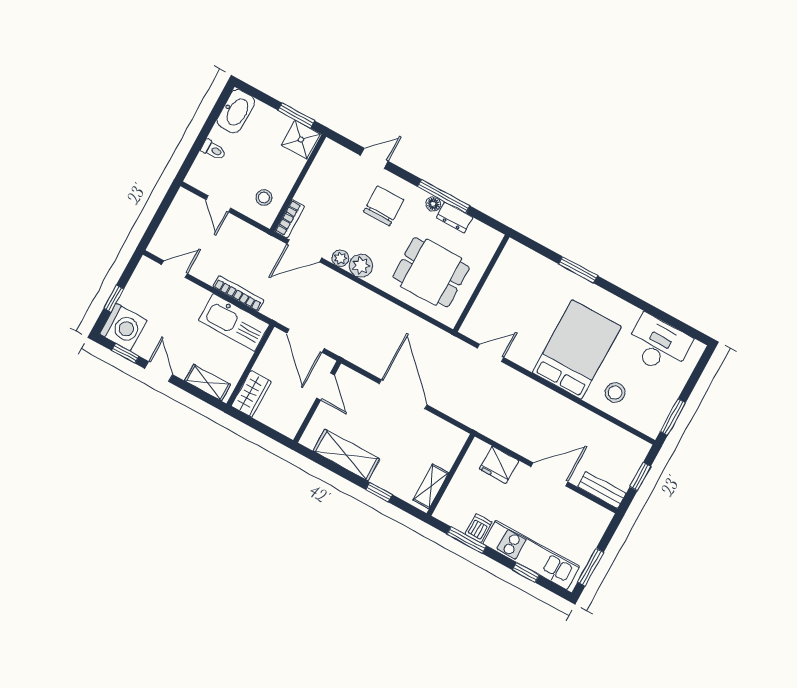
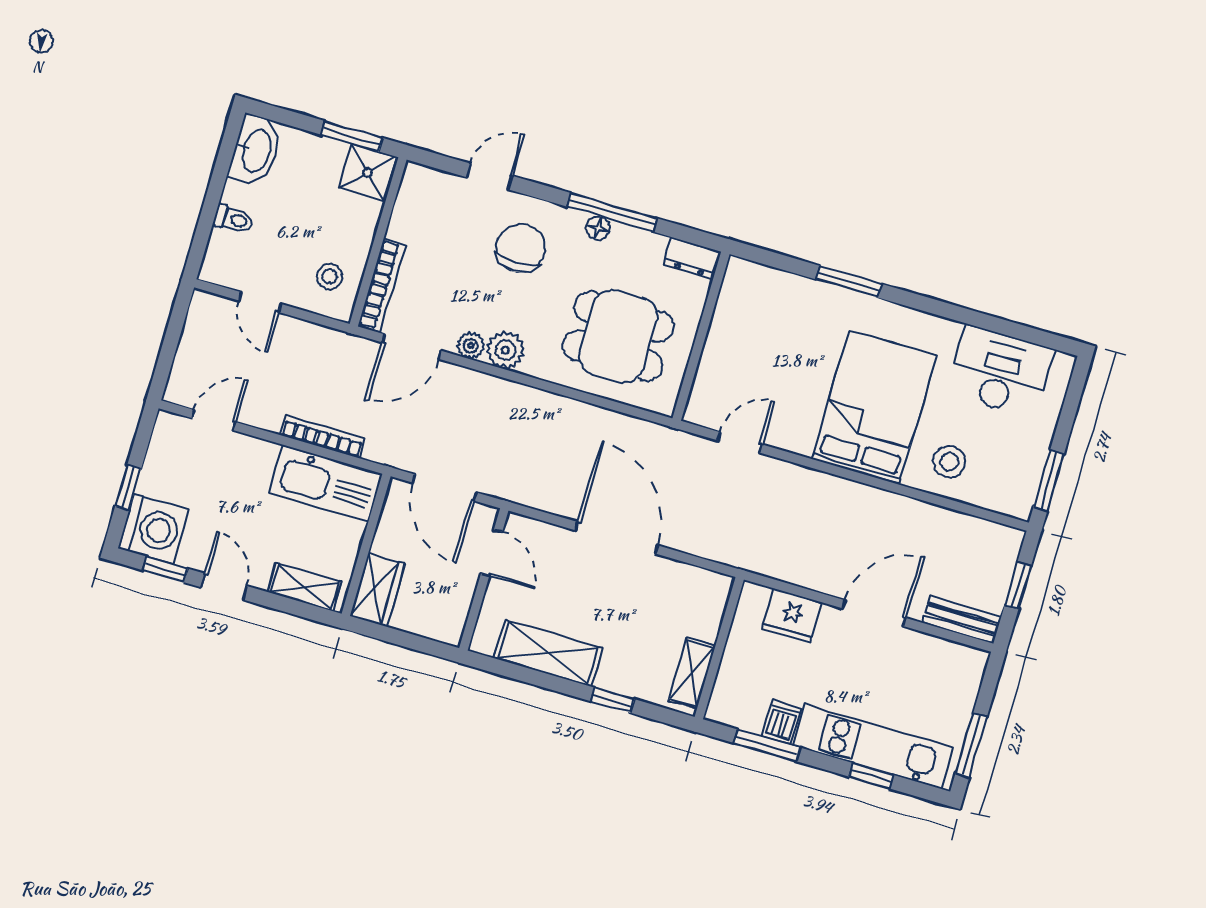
dresser: (454, 217) -> (692, 258), moved
bookcase: (290, 219) -> (382, 285), width x1.56

